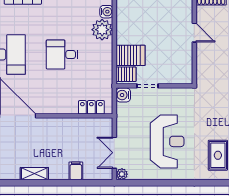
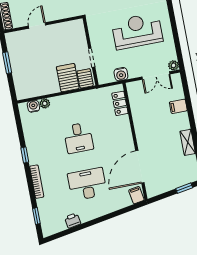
plant: (102, 30) -> (45, 103), width x0.53, depth x0.53
water cooler: (123, 95) -> (121, 74), moved

